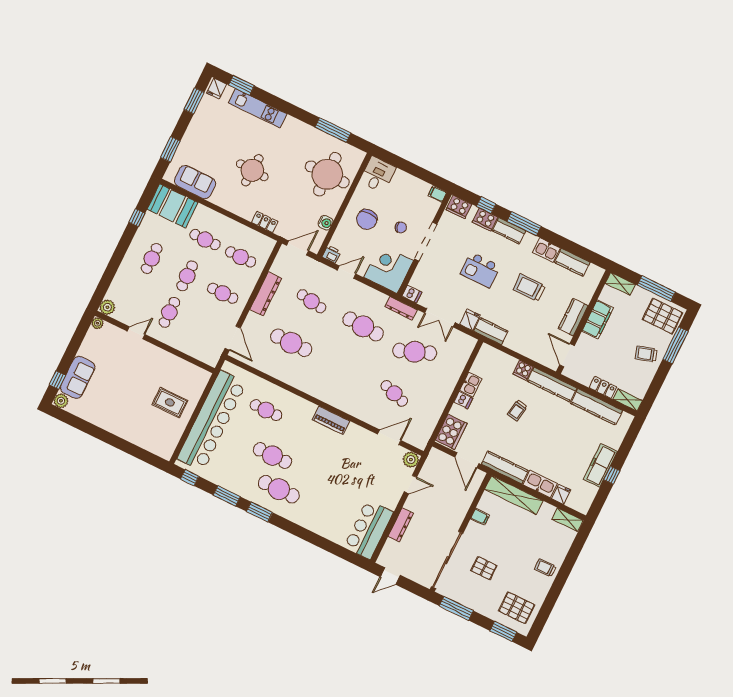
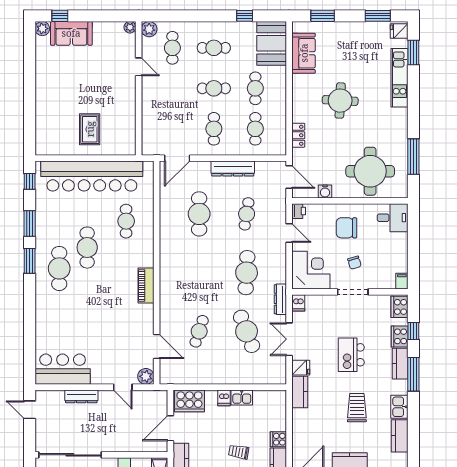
doorway: (426, 242) -> (353, 292), width x0.73
cafe table: (169, 312) -> (172, 48), moved, turned 90

